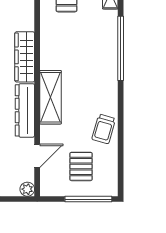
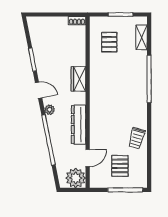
wardrobe: (25, 57) -> (78, 79), width x0.67
shelving: (51, 97) -> (97, 115), removed
plant: (27, 189) -> (76, 178), width x1.87, depth x1.87

